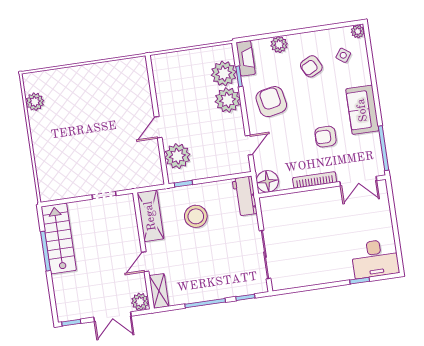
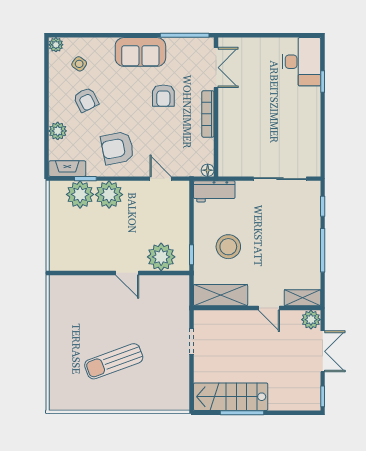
plant: (35, 102) -> (81, 401), removed
sun lounger: (75, 127) -> (114, 361), added
floor lamp: (267, 181) -> (208, 170), width x0.53, depth x0.53

